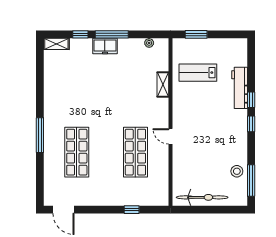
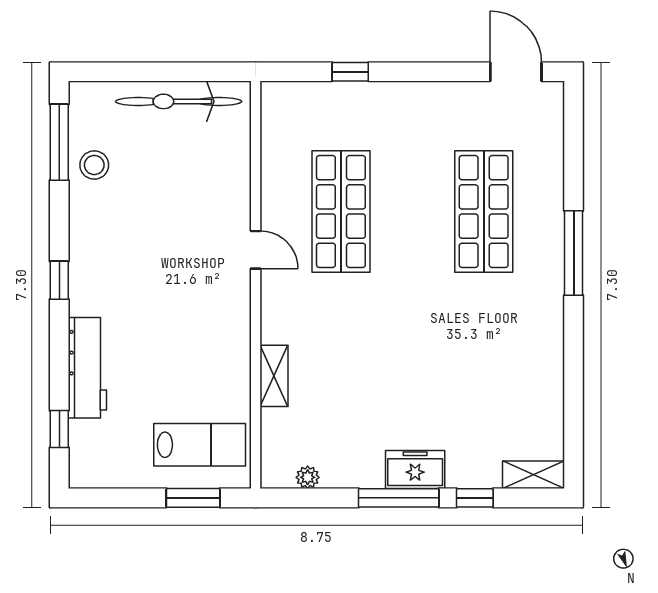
lab bench: (198, 73) -> (200, 445), moved
window: (251, 100) -> (59, 429), moved

